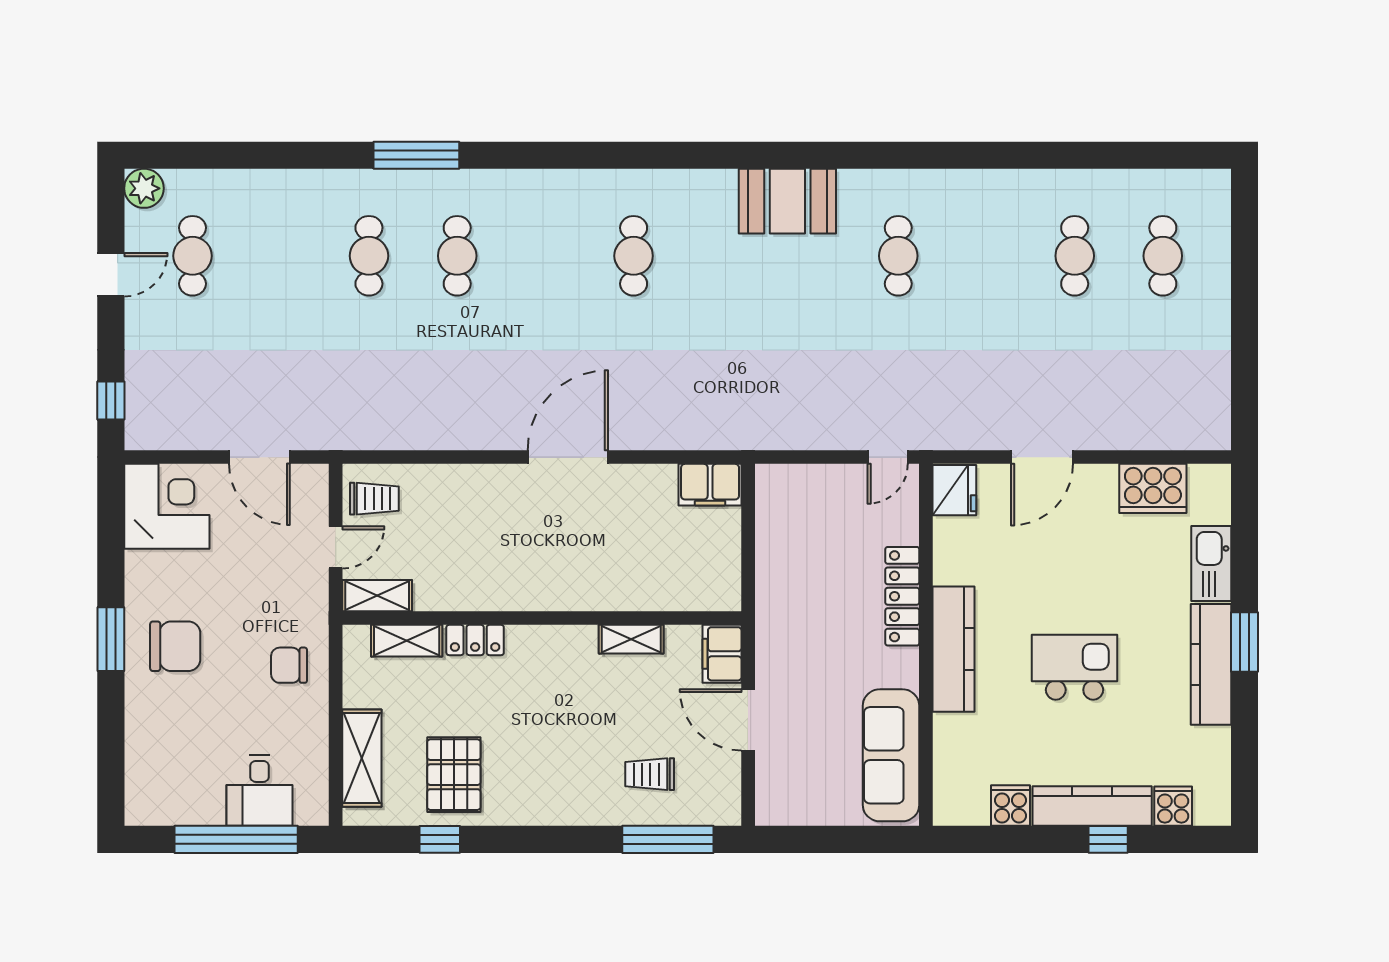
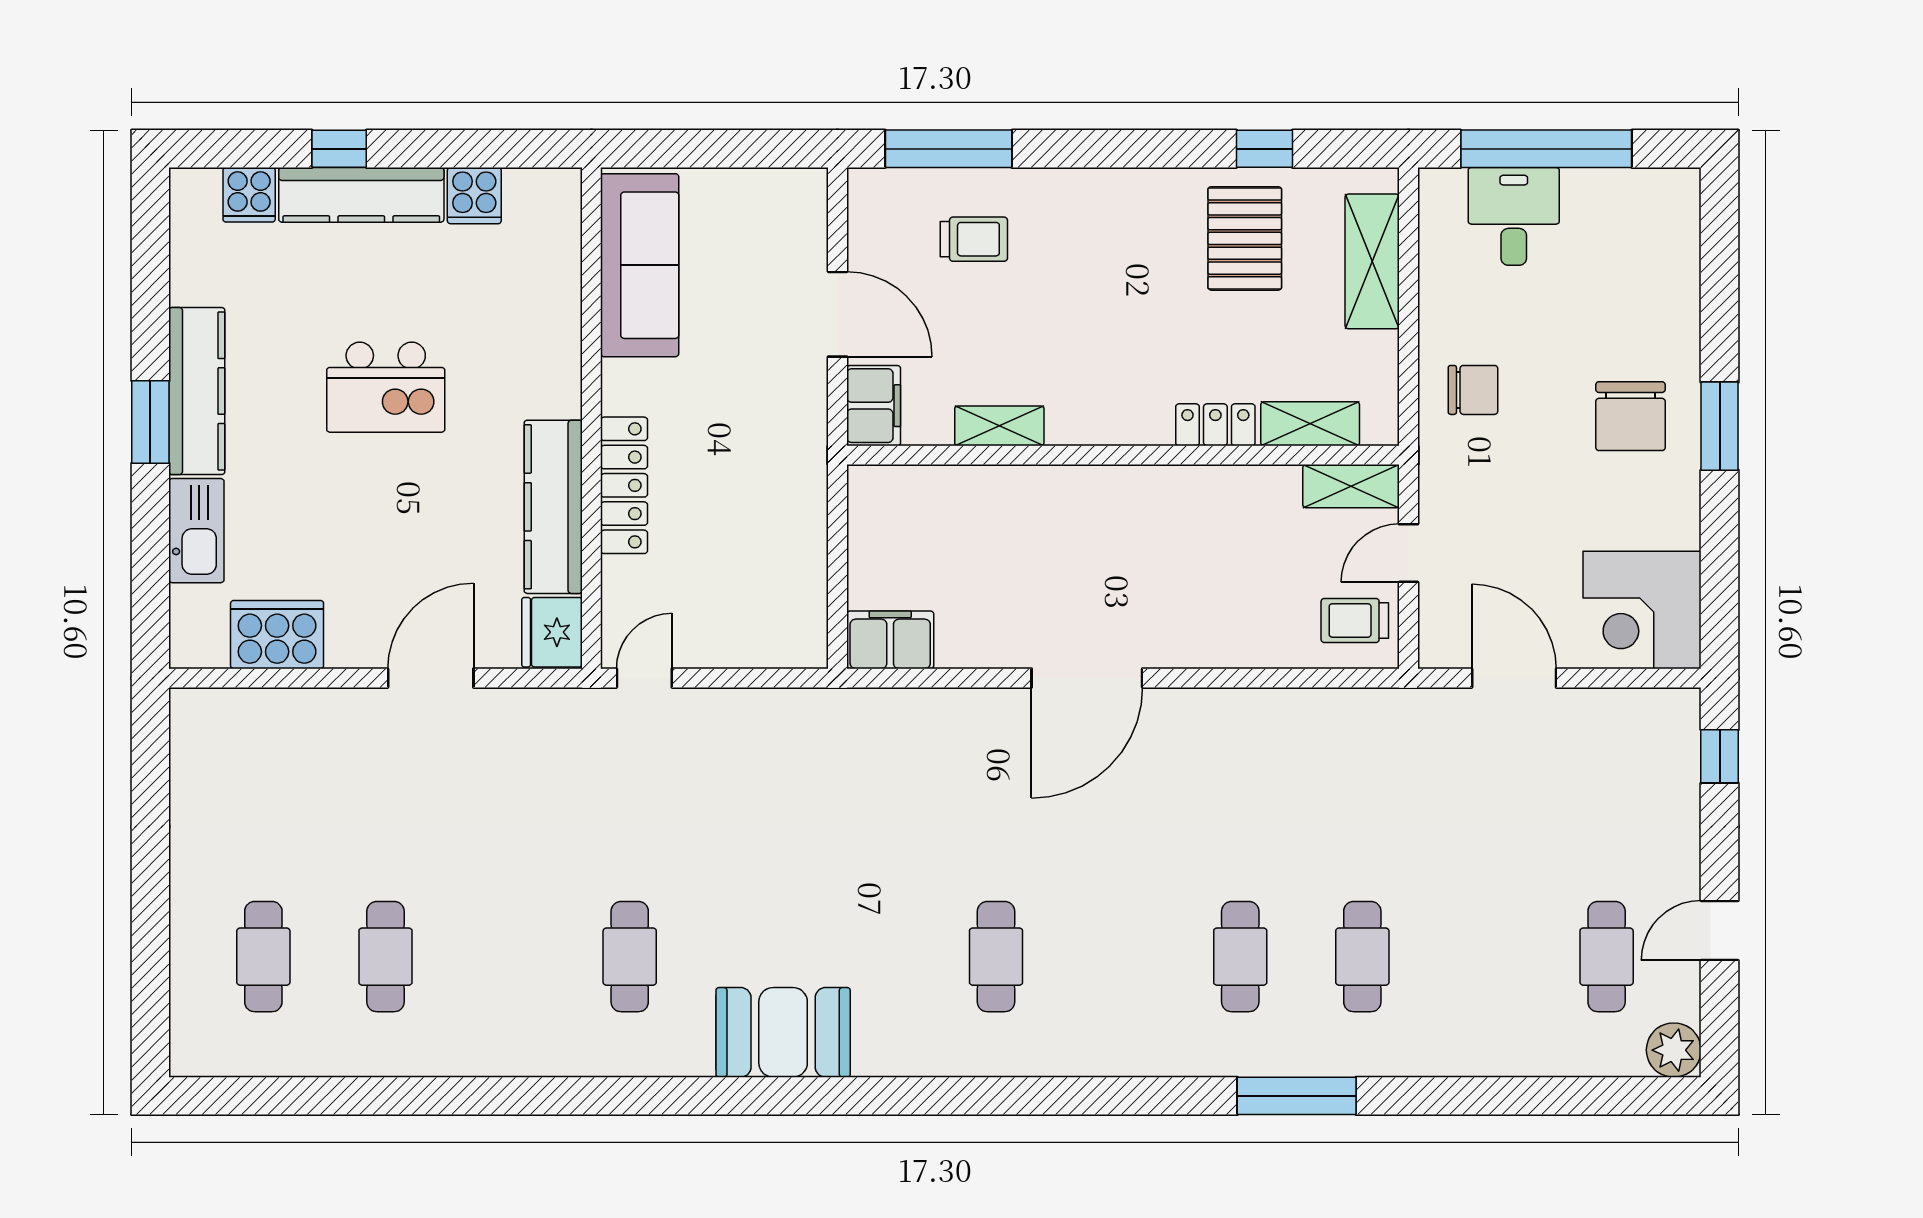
chair: (175, 646) -> (1630, 416), turned -90
kitchen counter: (953, 649) -> (553, 507), moved

